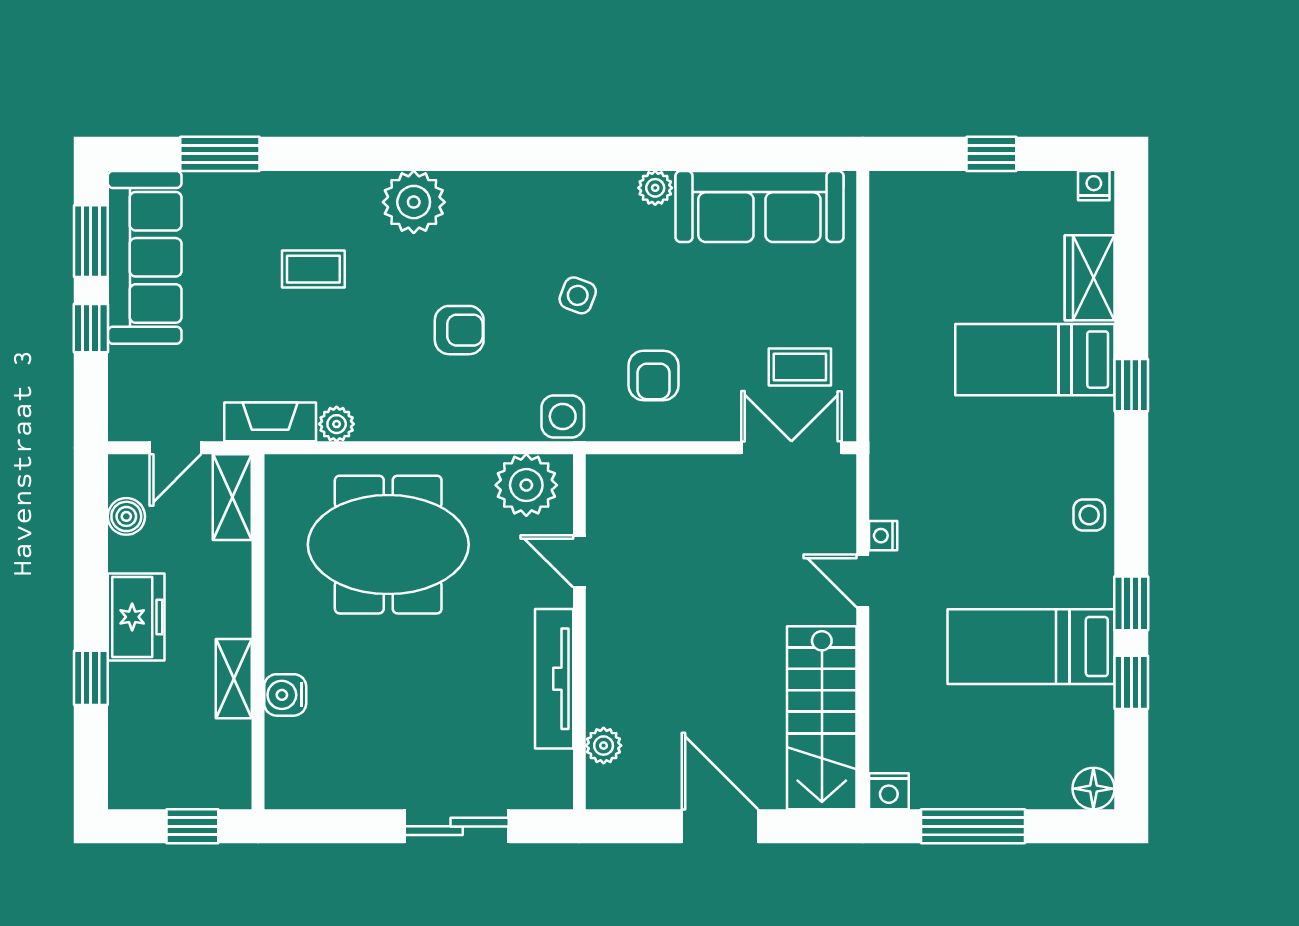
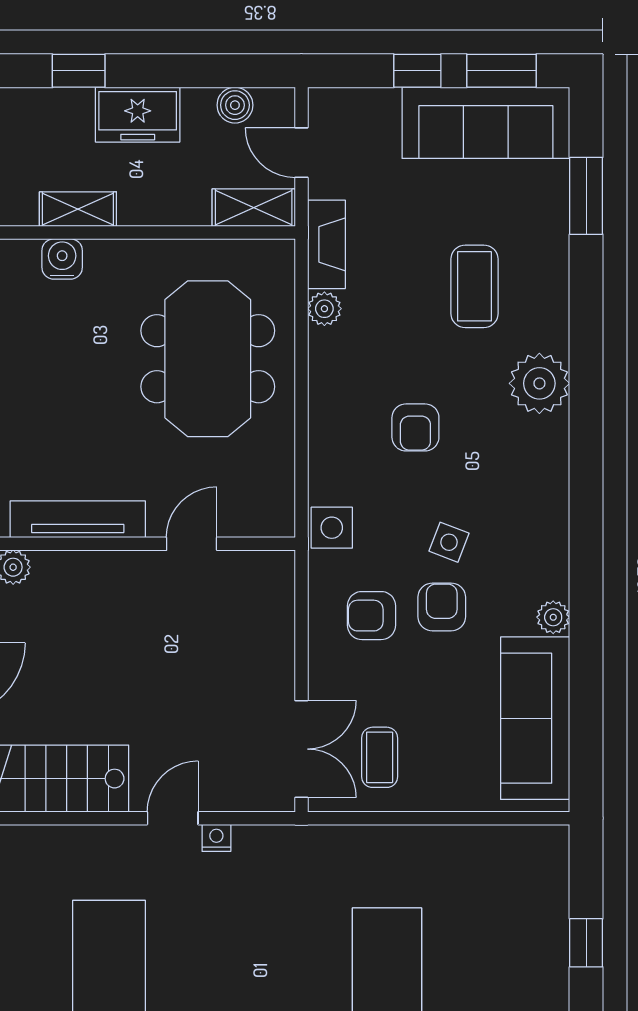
coffee table: (313, 269) -> (474, 286), width x1.36, depth x1.30
armchair: (645, 303) -> (442, 607), added
plant: (526, 485) -> (265, 492), removed

